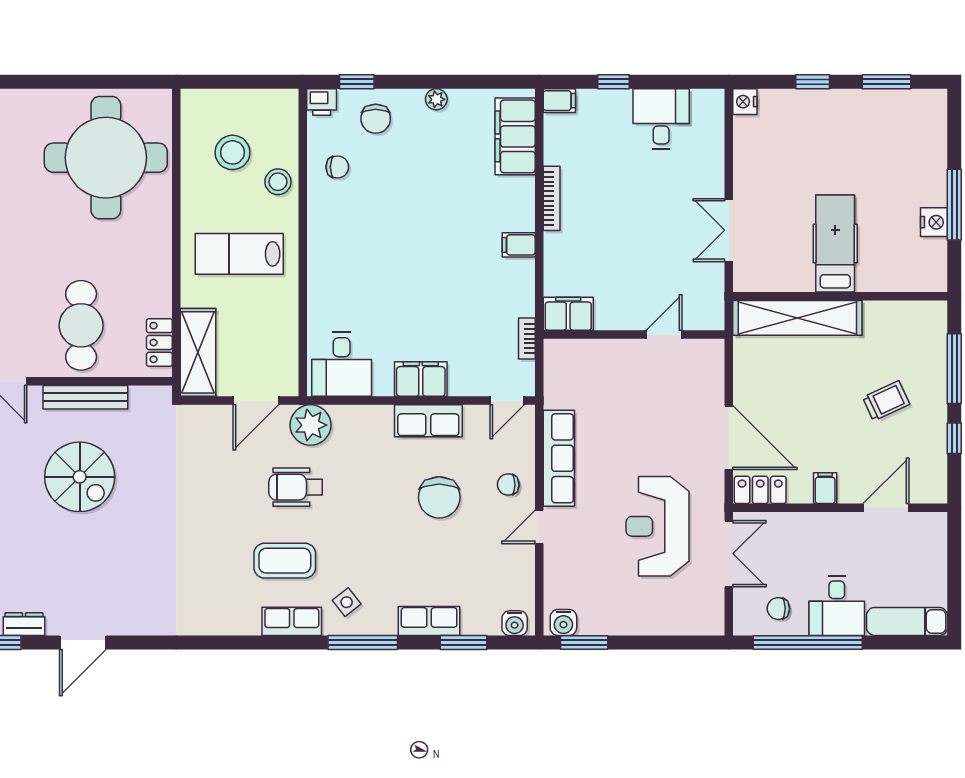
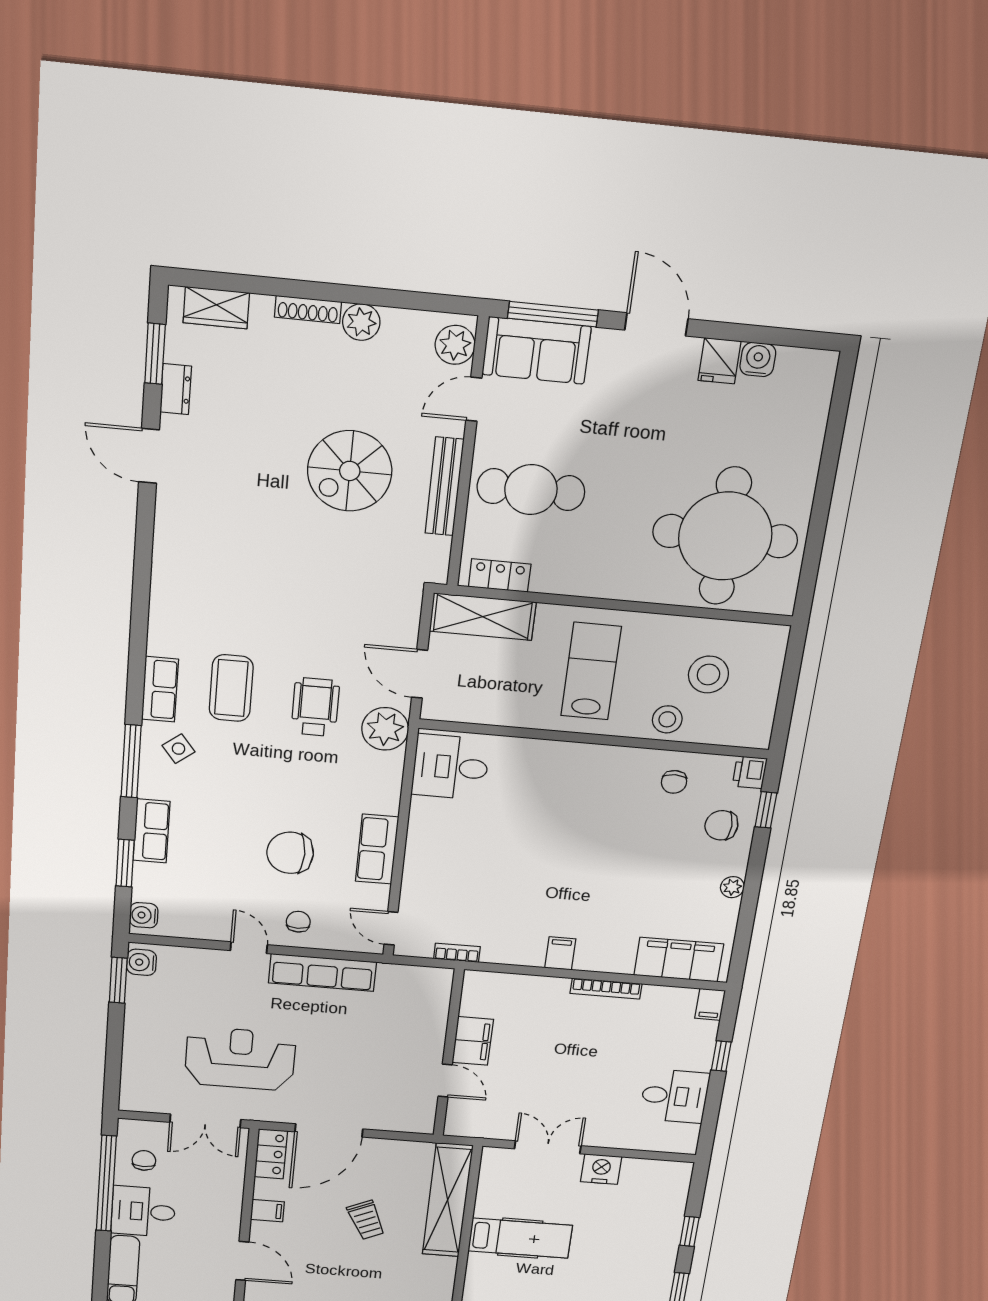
nightstand: (745, 102) -> (601, 1169), moved, width x1.36, depth x1.33
filing cabinet: (568, 314) -> (473, 1041), moved
filing cabinet: (421, 379) -> (425, 846), removed
trolley: (886, 401) -> (366, 1220), moved

